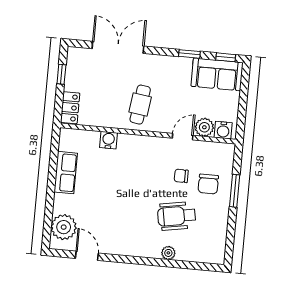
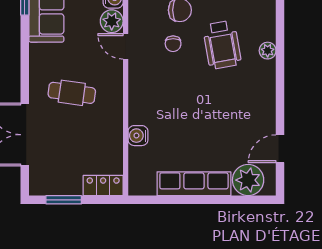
window: (189, 54) -> (25, 47), removed
window: (61, 74) -> (64, 200), width x1.50
cafe table: (140, 105) -> (72, 93), moved
row of seats: (66, 173) -> (194, 184), width x1.48

